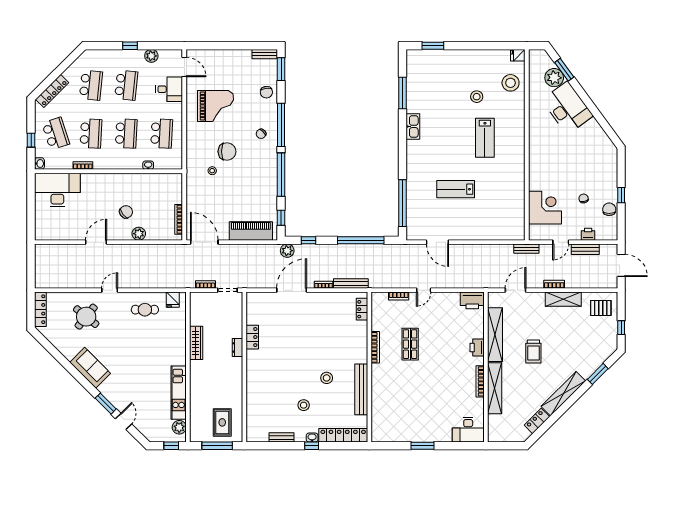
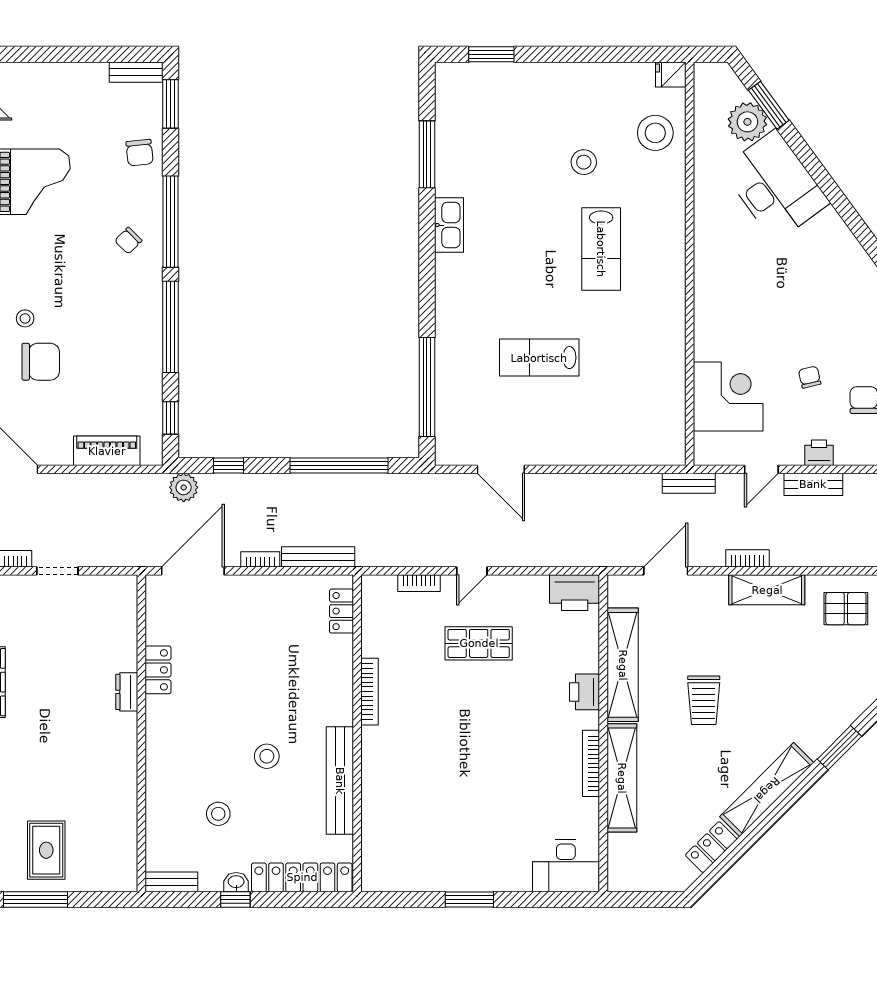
chair: (227, 152) -> (41, 362), moved
piano: (251, 231) -> (107, 451), width x0.73, depth x0.75
locker: (252, 337) -> (158, 670), moved
shop shelf: (410, 344) -> (479, 643), moved, turned 90
dresser: (237, 347) -> (127, 692), moved
wall: (244, 367) -> (141, 733), moved

